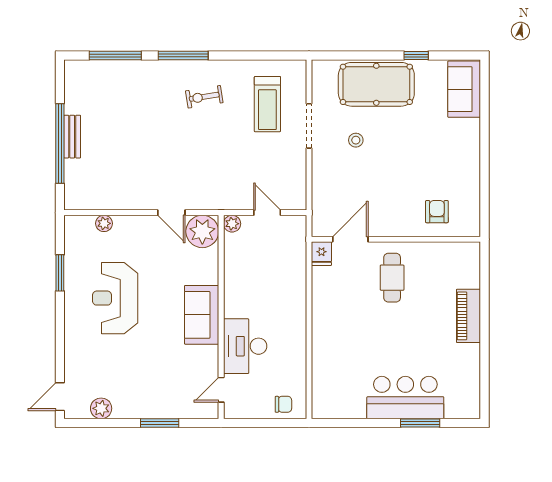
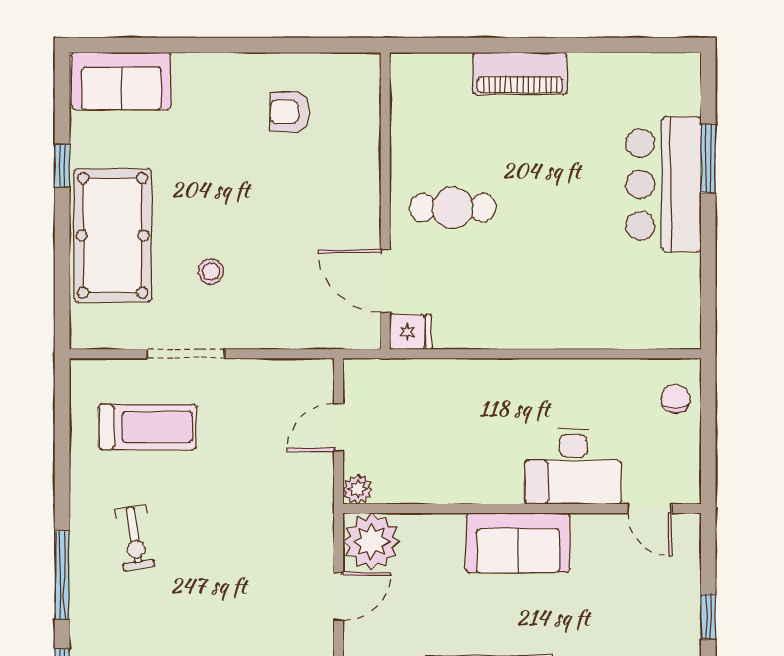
armchair: (437, 212) -> (290, 112), moved
window: (160, 423) -> (708, 617), width x0.67

